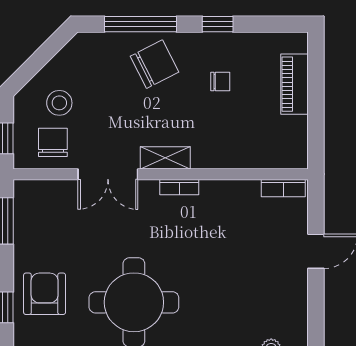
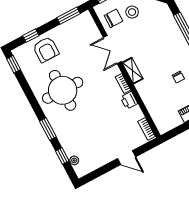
chair: (154, 64) -> (171, 44), removed
printer: (215, 192) -> (129, 100), added
armchair: (45, 294) -> (46, 50), turned 90

